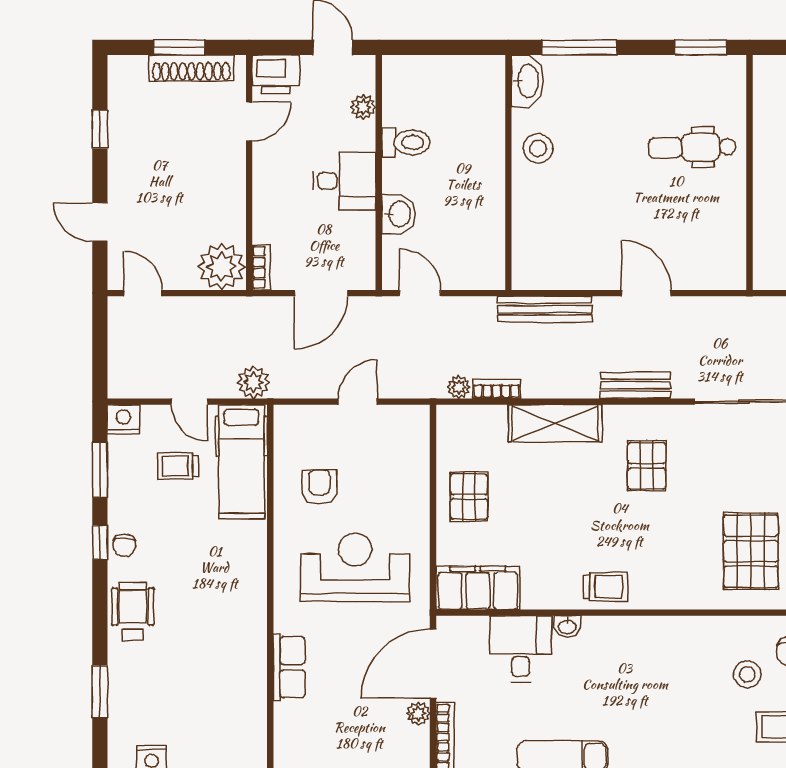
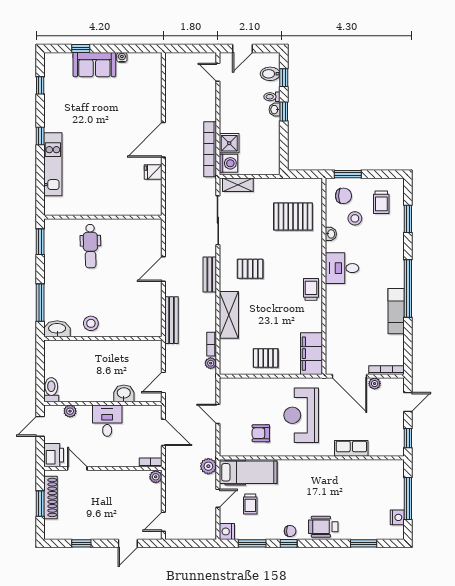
toilet: (406, 142) -> (51, 390), moved
plant: (221, 267) -> (156, 477), width x0.53, depth x0.53
washbasin: (567, 626) -> (331, 234), moved
desk: (521, 649) -> (342, 268), moved

